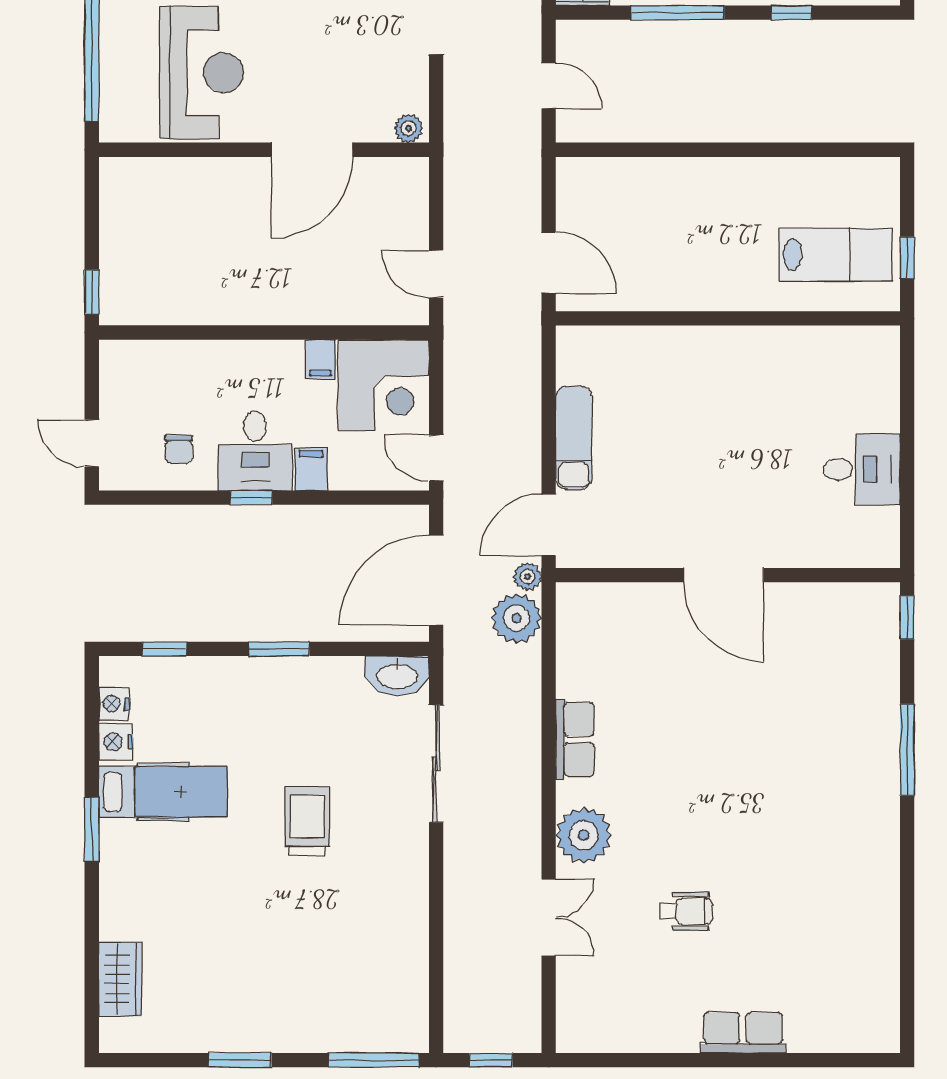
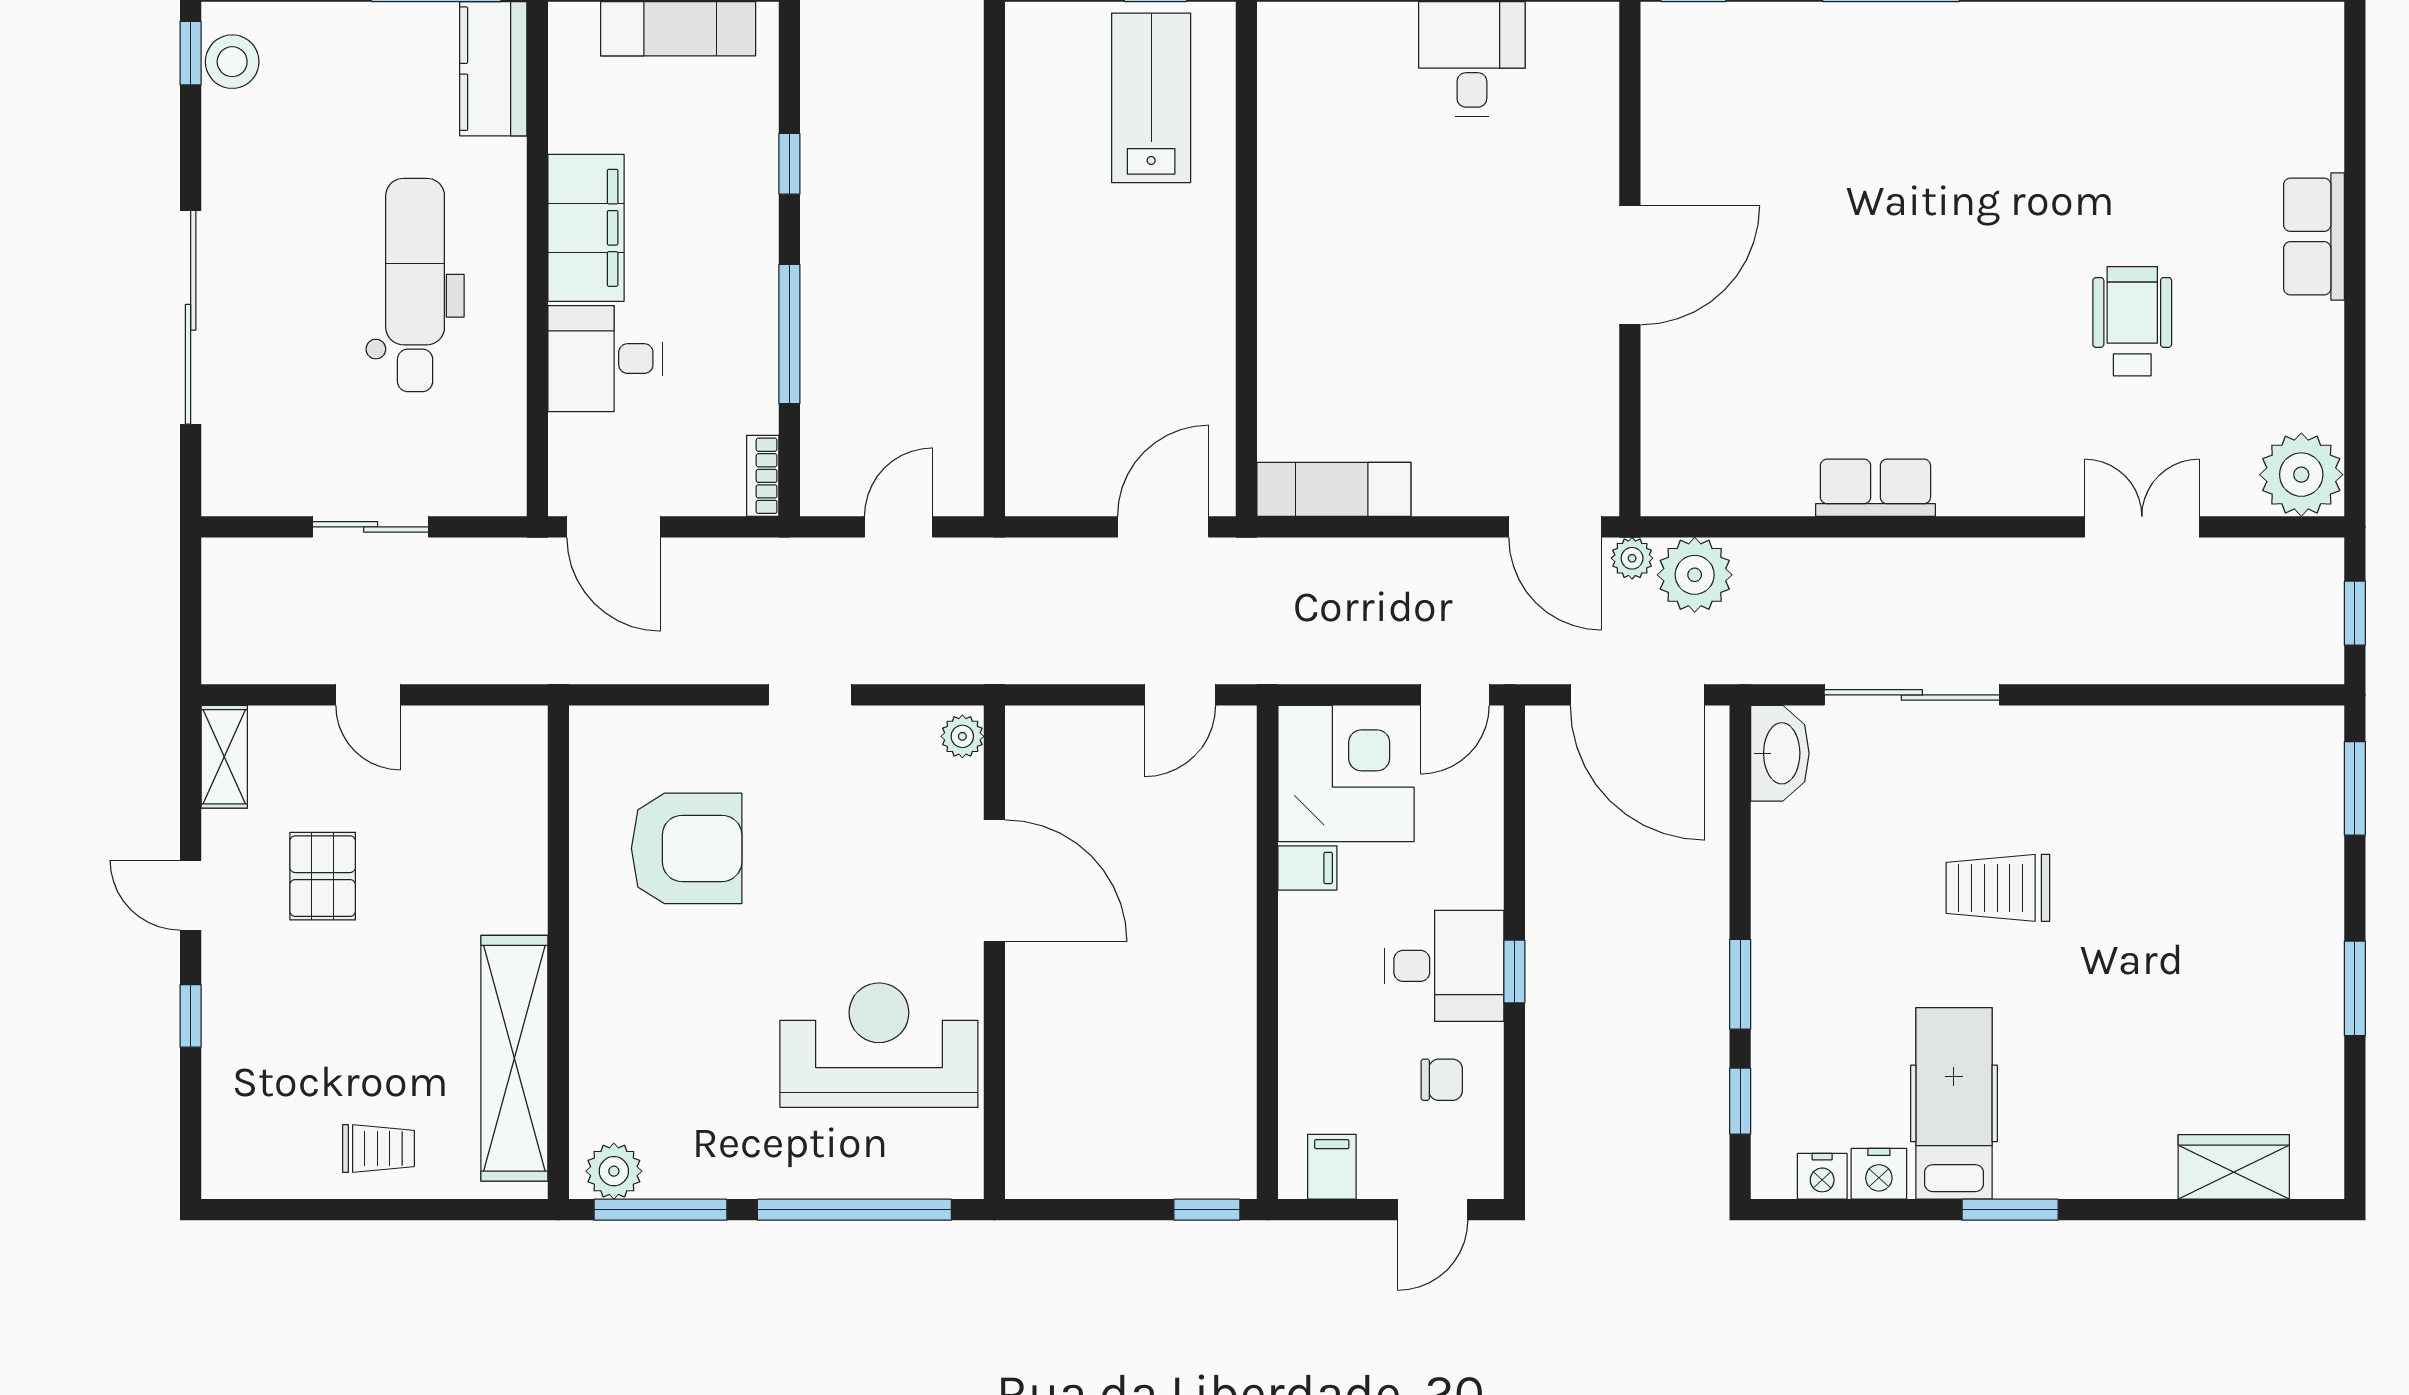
exam couch: (574, 438) -> (1334, 489), moved
filing cabinet: (311, 469) -> (1332, 1167), moved, turned 90
window: (279, 649) -> (1740, 984), moved
plant: (584, 835) -> (2301, 475), moved
wheelchair: (686, 911) -> (2132, 321), width x1.36, depth x1.37
window: (374, 1060) -> (2355, 788), width x0.69

